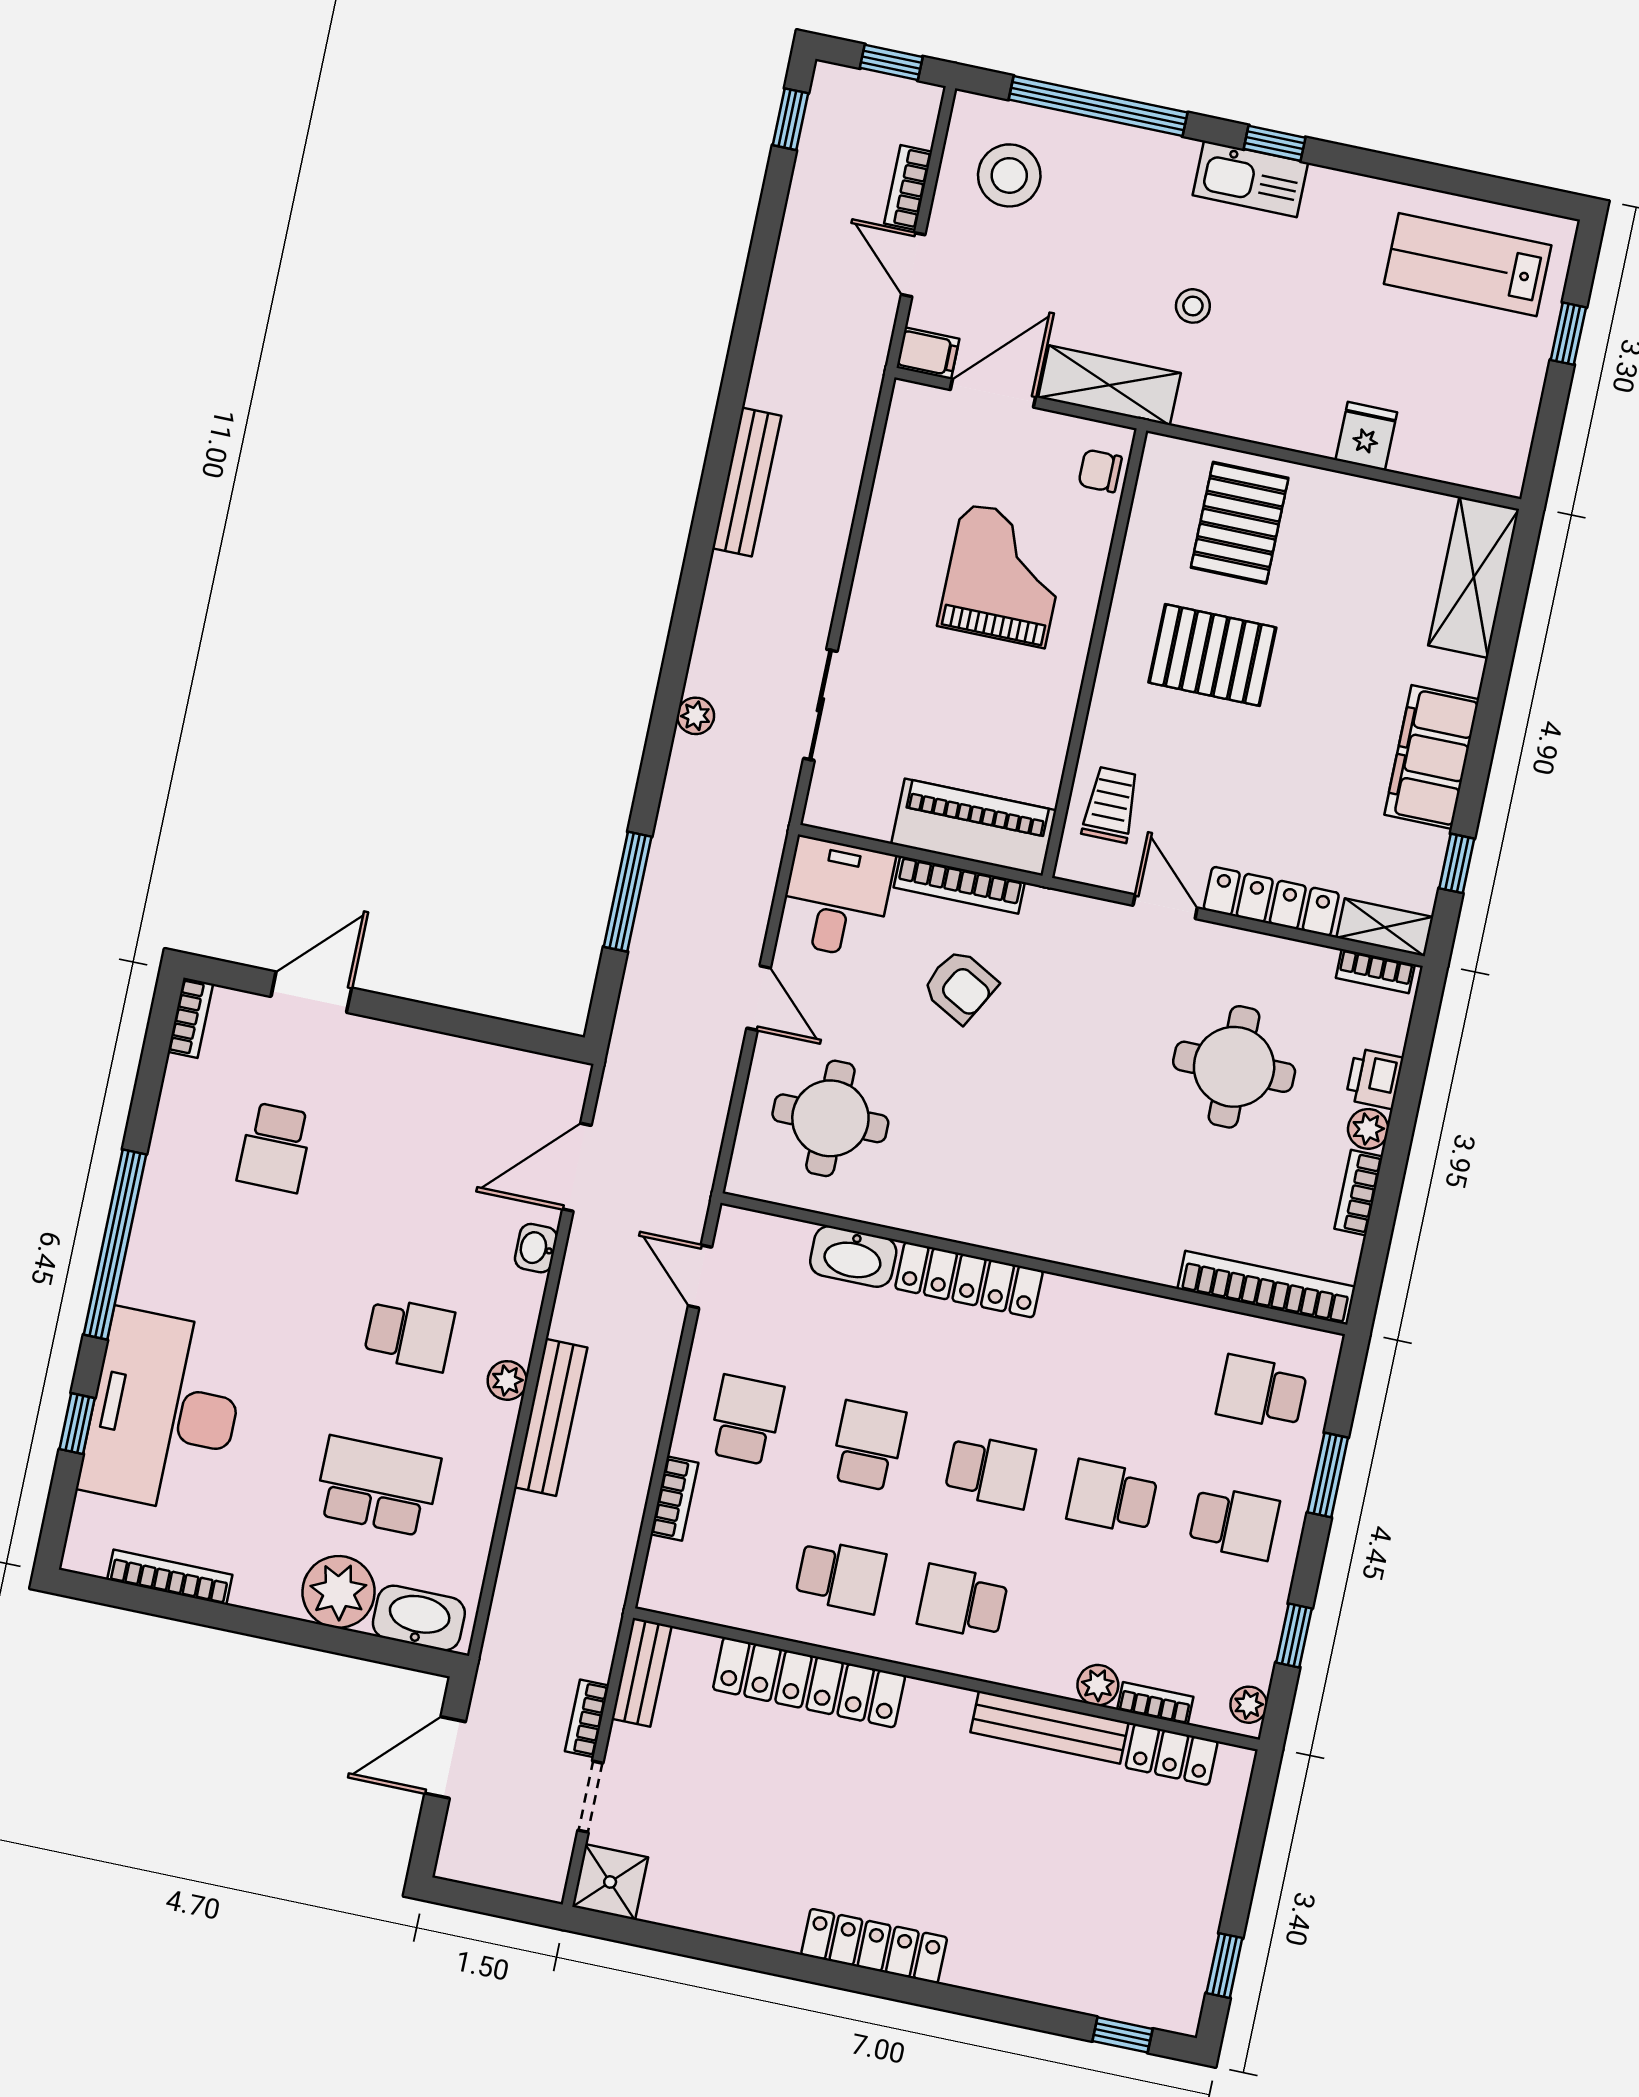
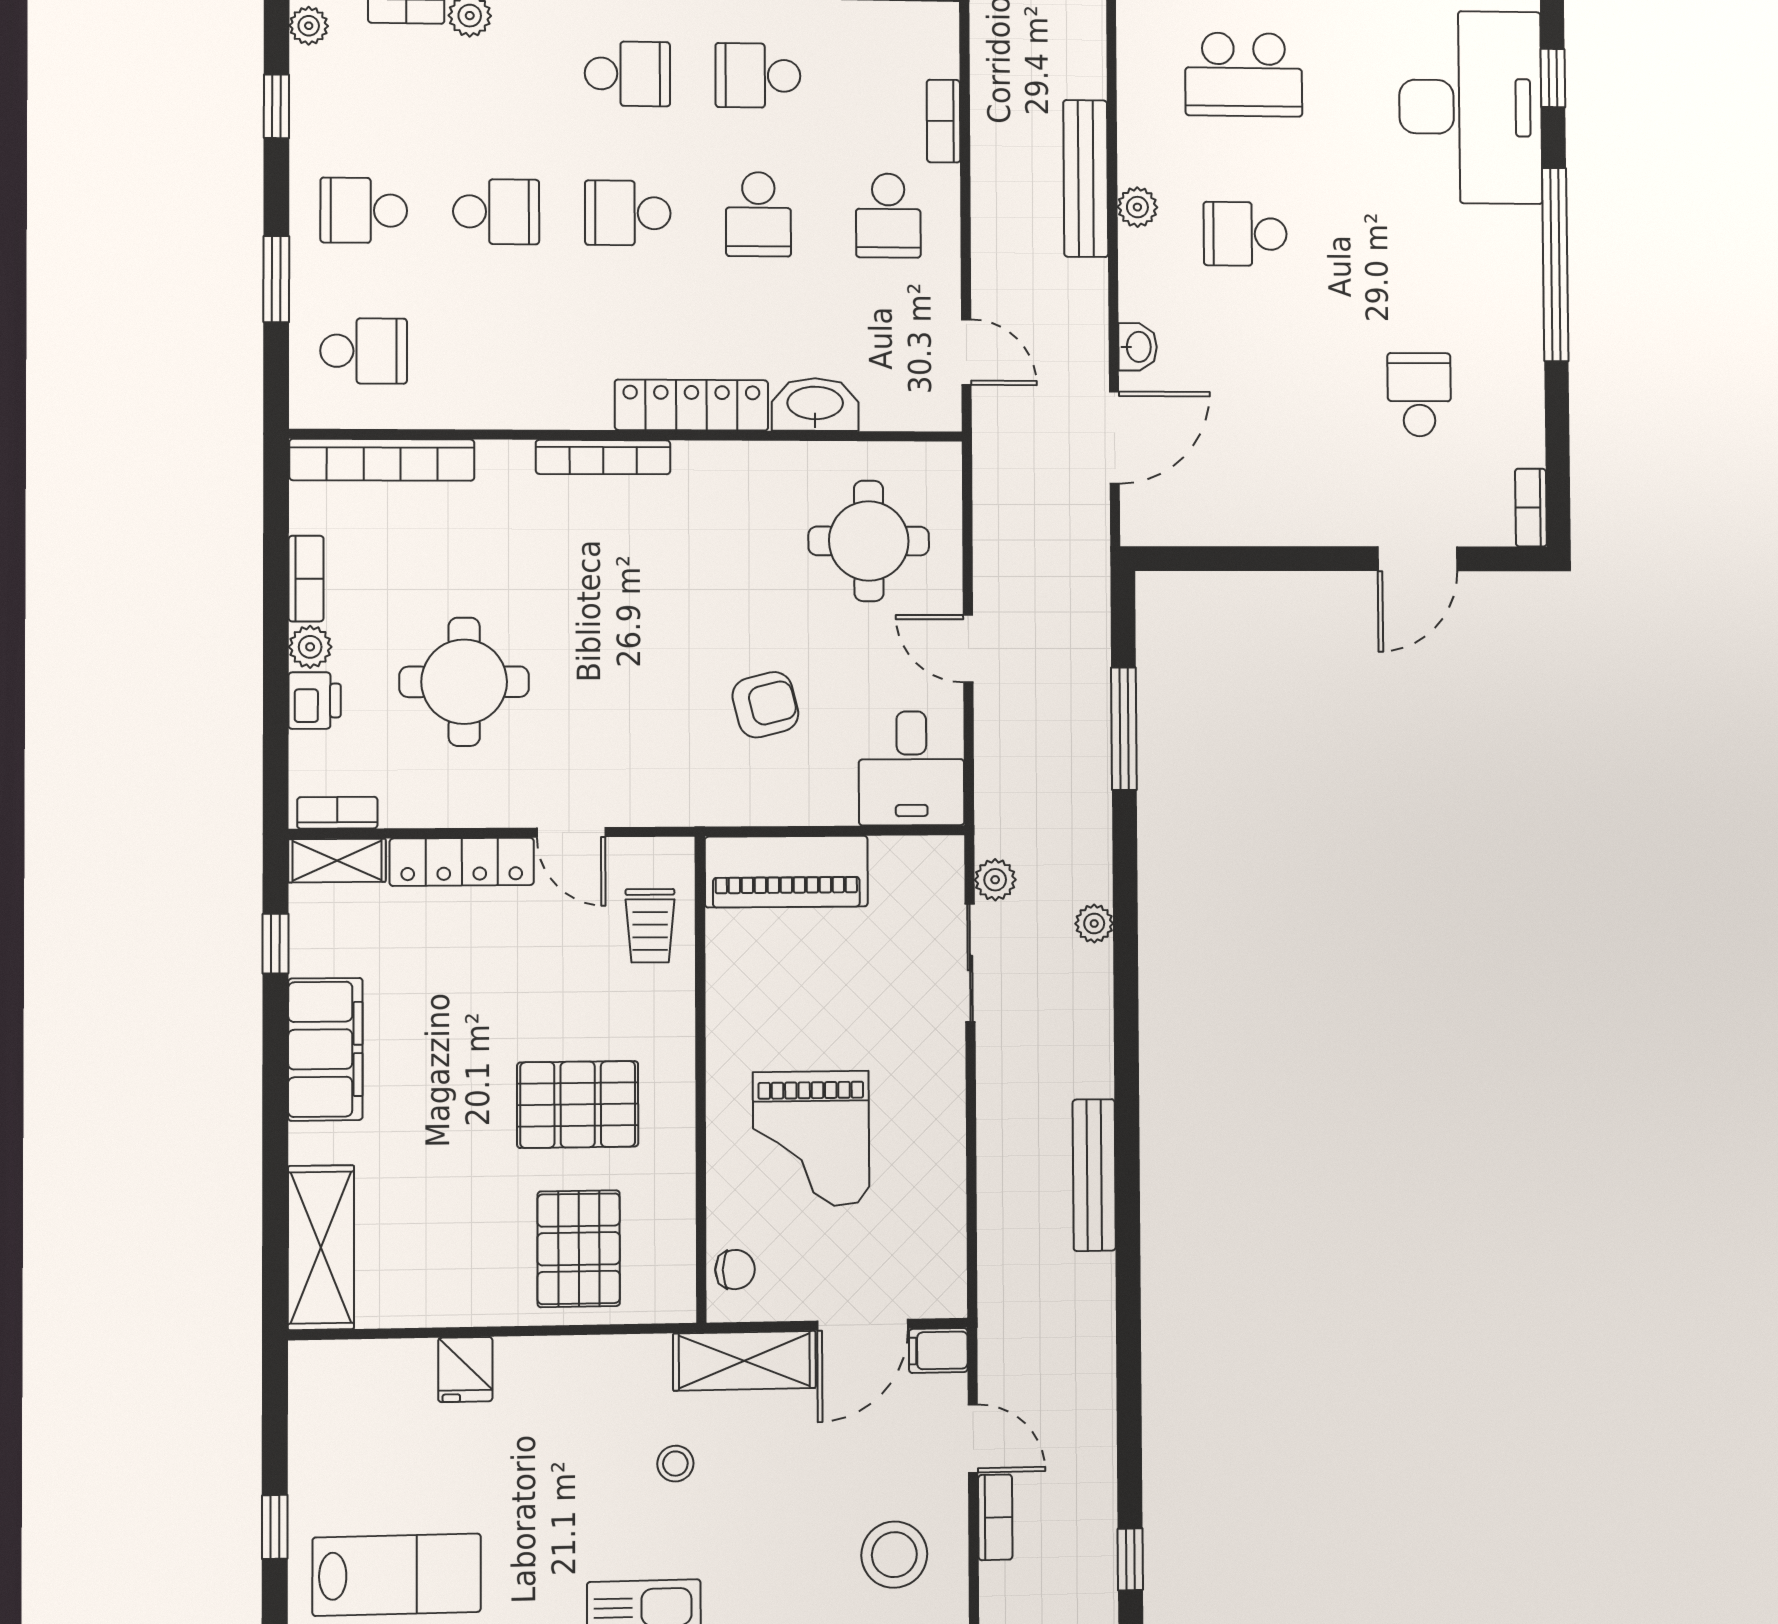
plant: (780, 777) -> (995, 880), added
bookcase: (959, 885) -> (603, 457), moved, turned 180
armchair: (960, 986) -> (765, 705), turned 137

